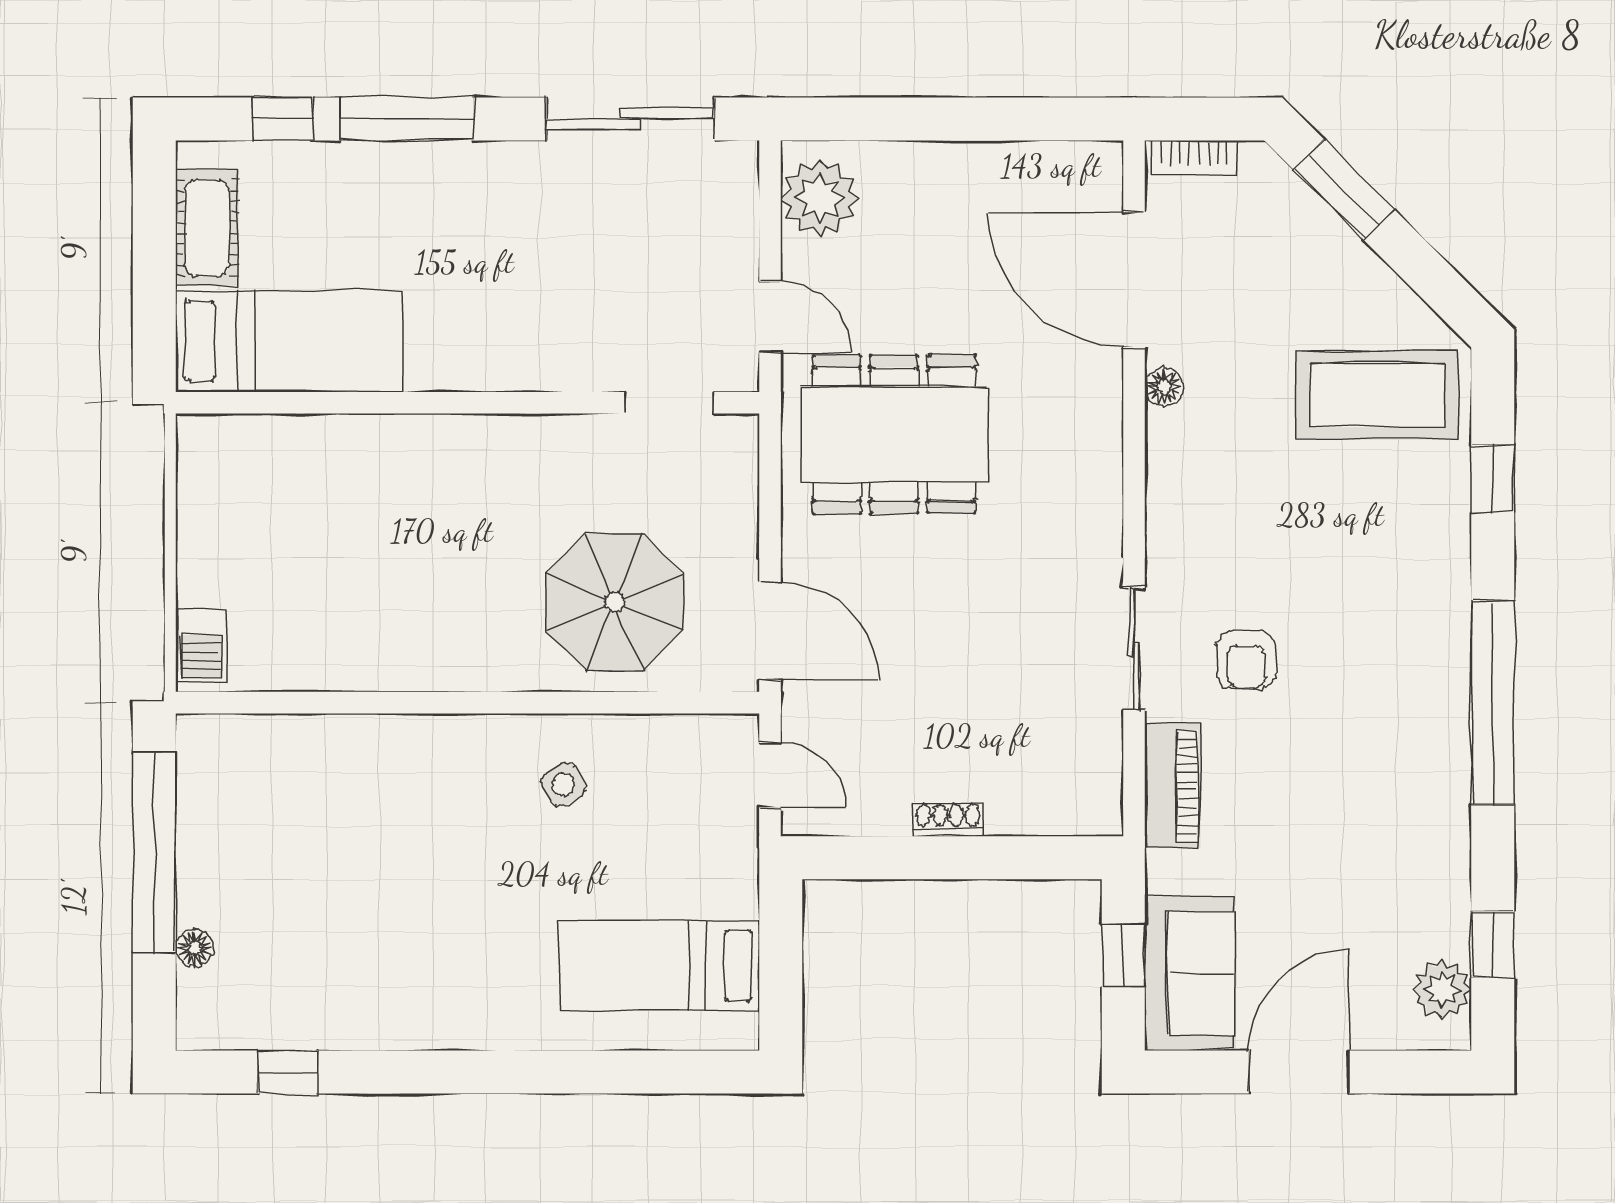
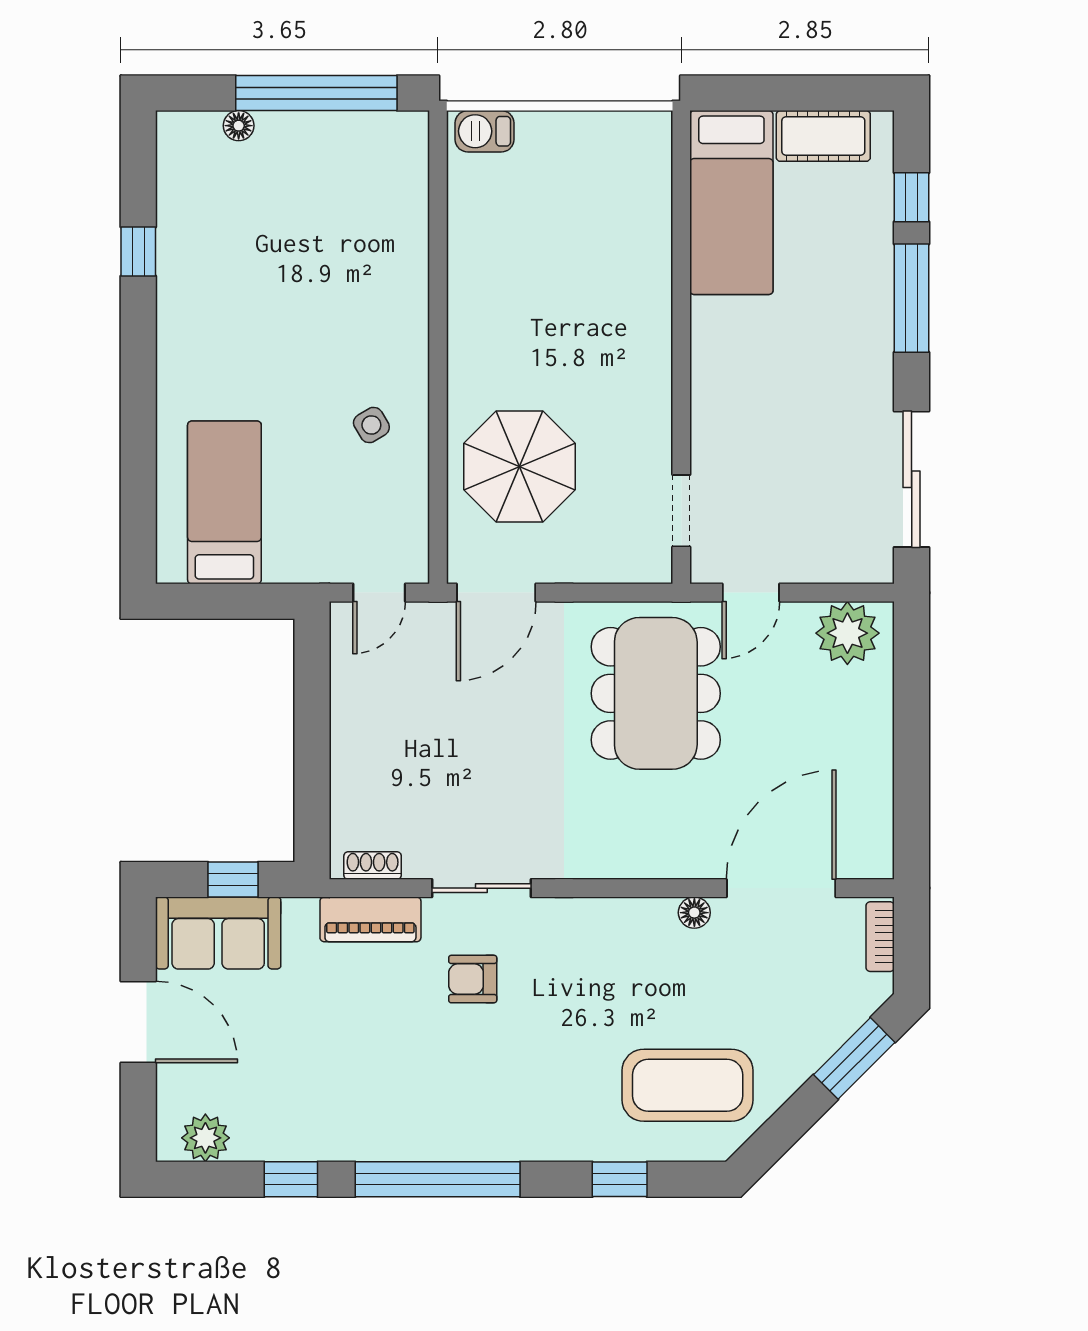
coffee table: (1377, 395) -> (688, 1085), turned 90
shoe rack: (948, 819) -> (373, 866), moved, turned -90
window: (1493, 944) -> (291, 1179), moved
window: (288, 1072) -> (138, 251), moved

